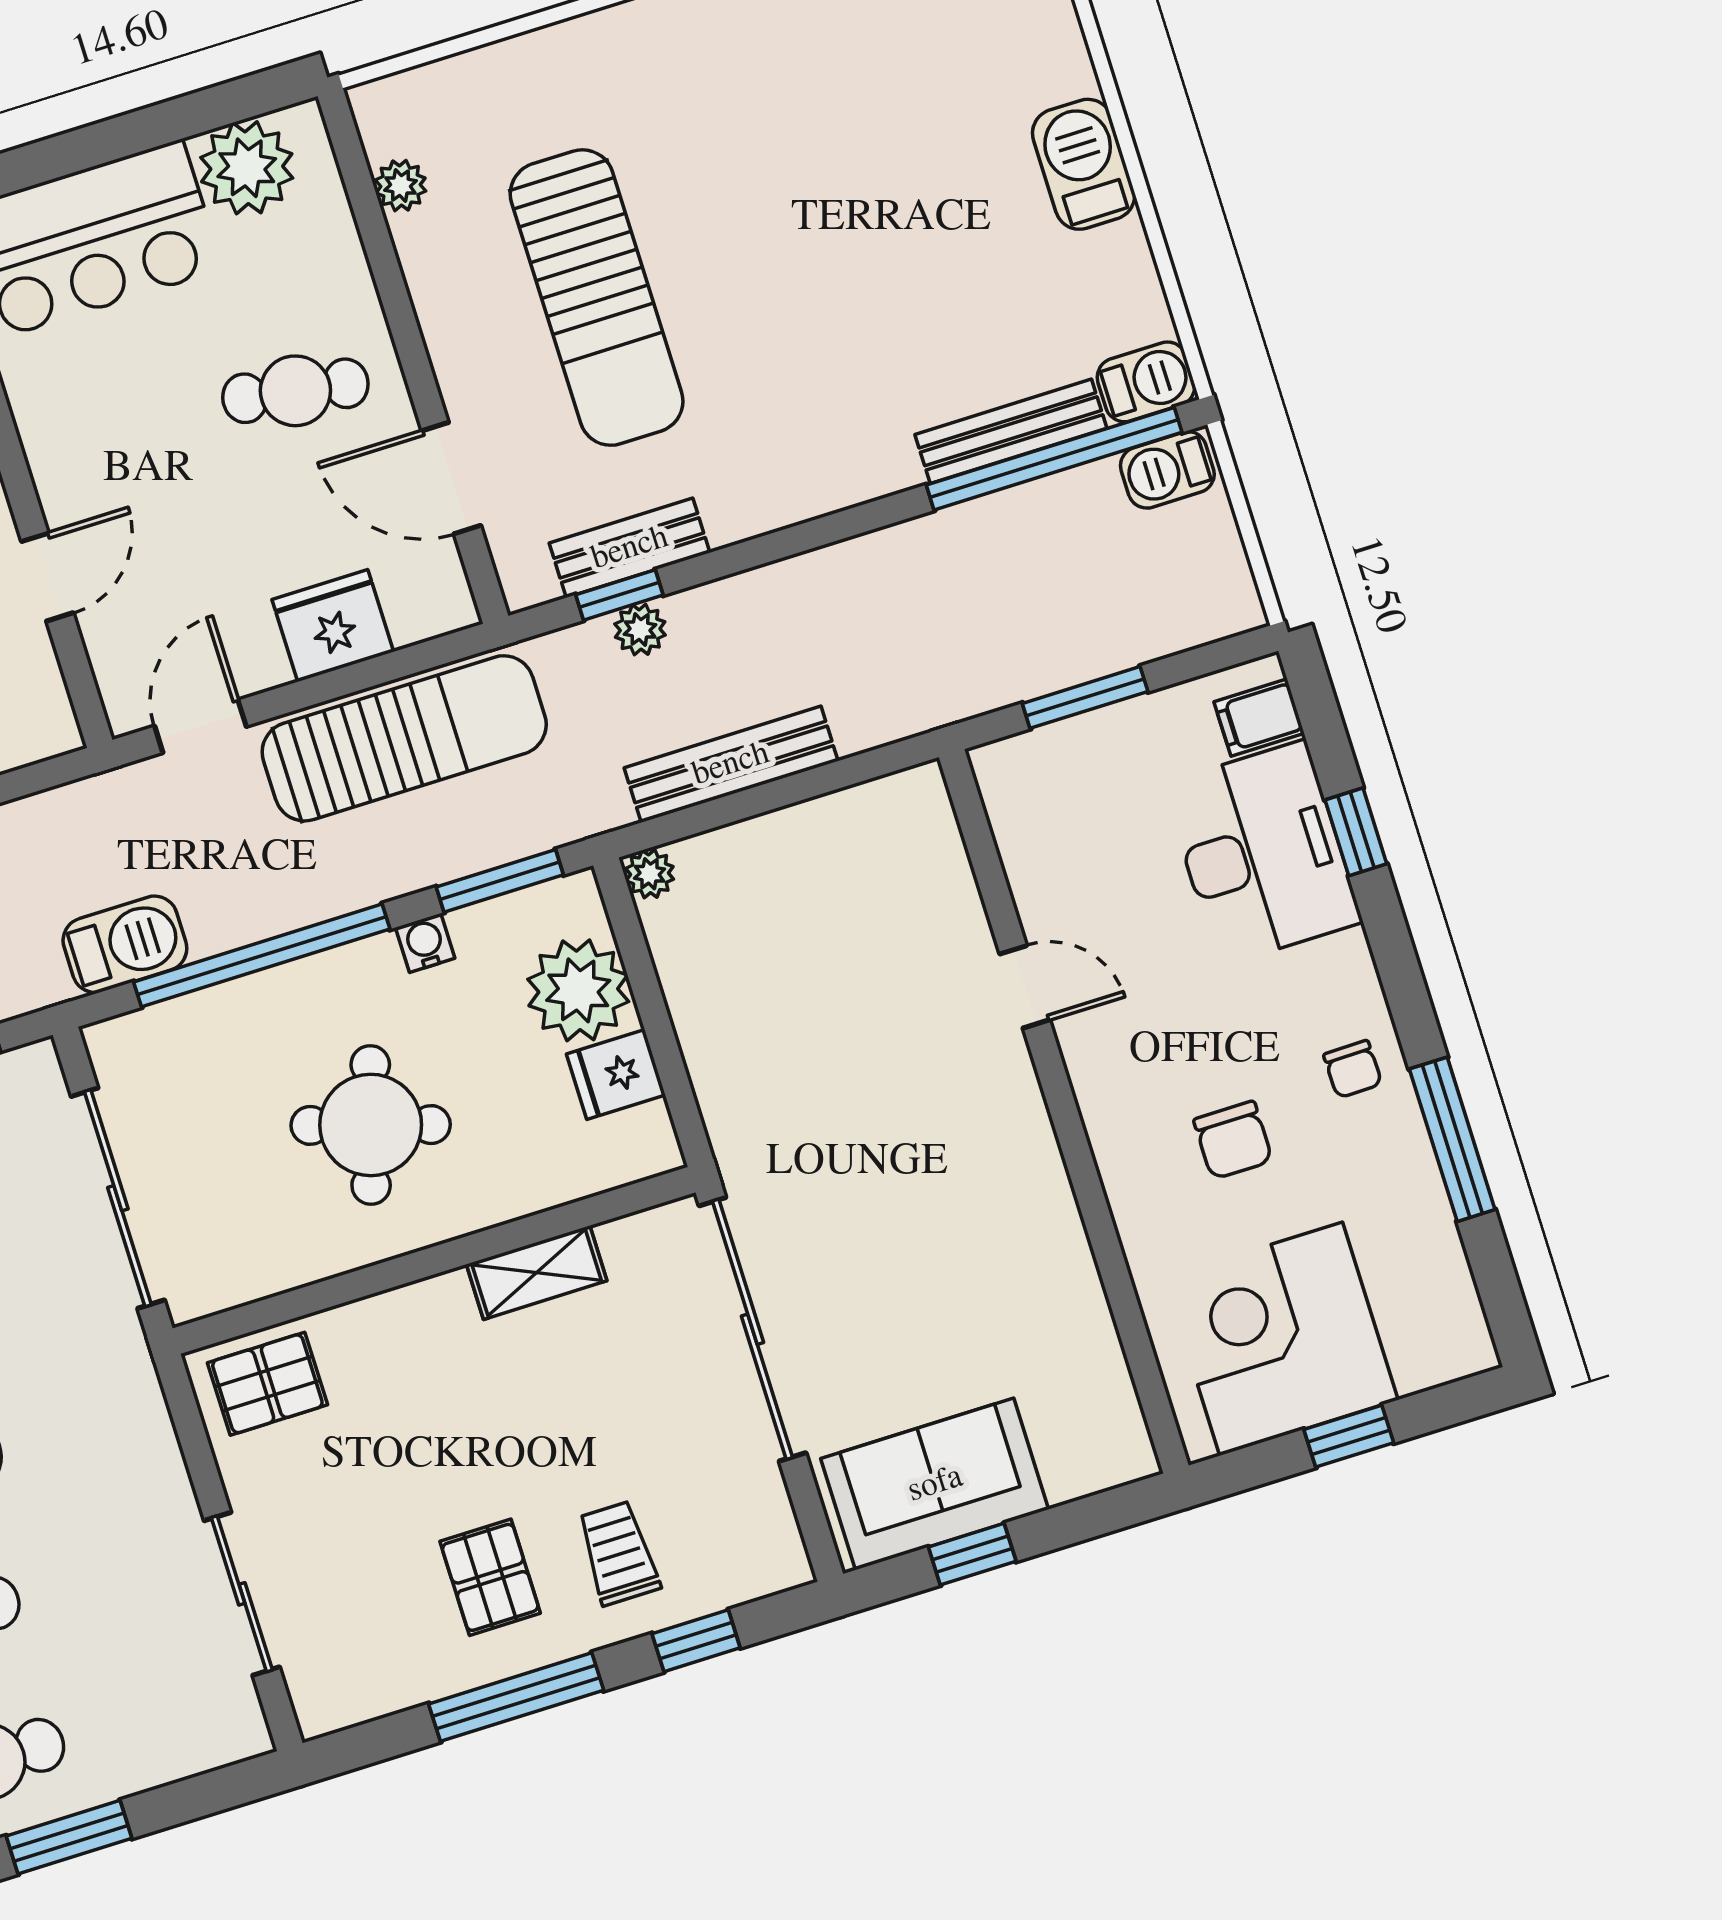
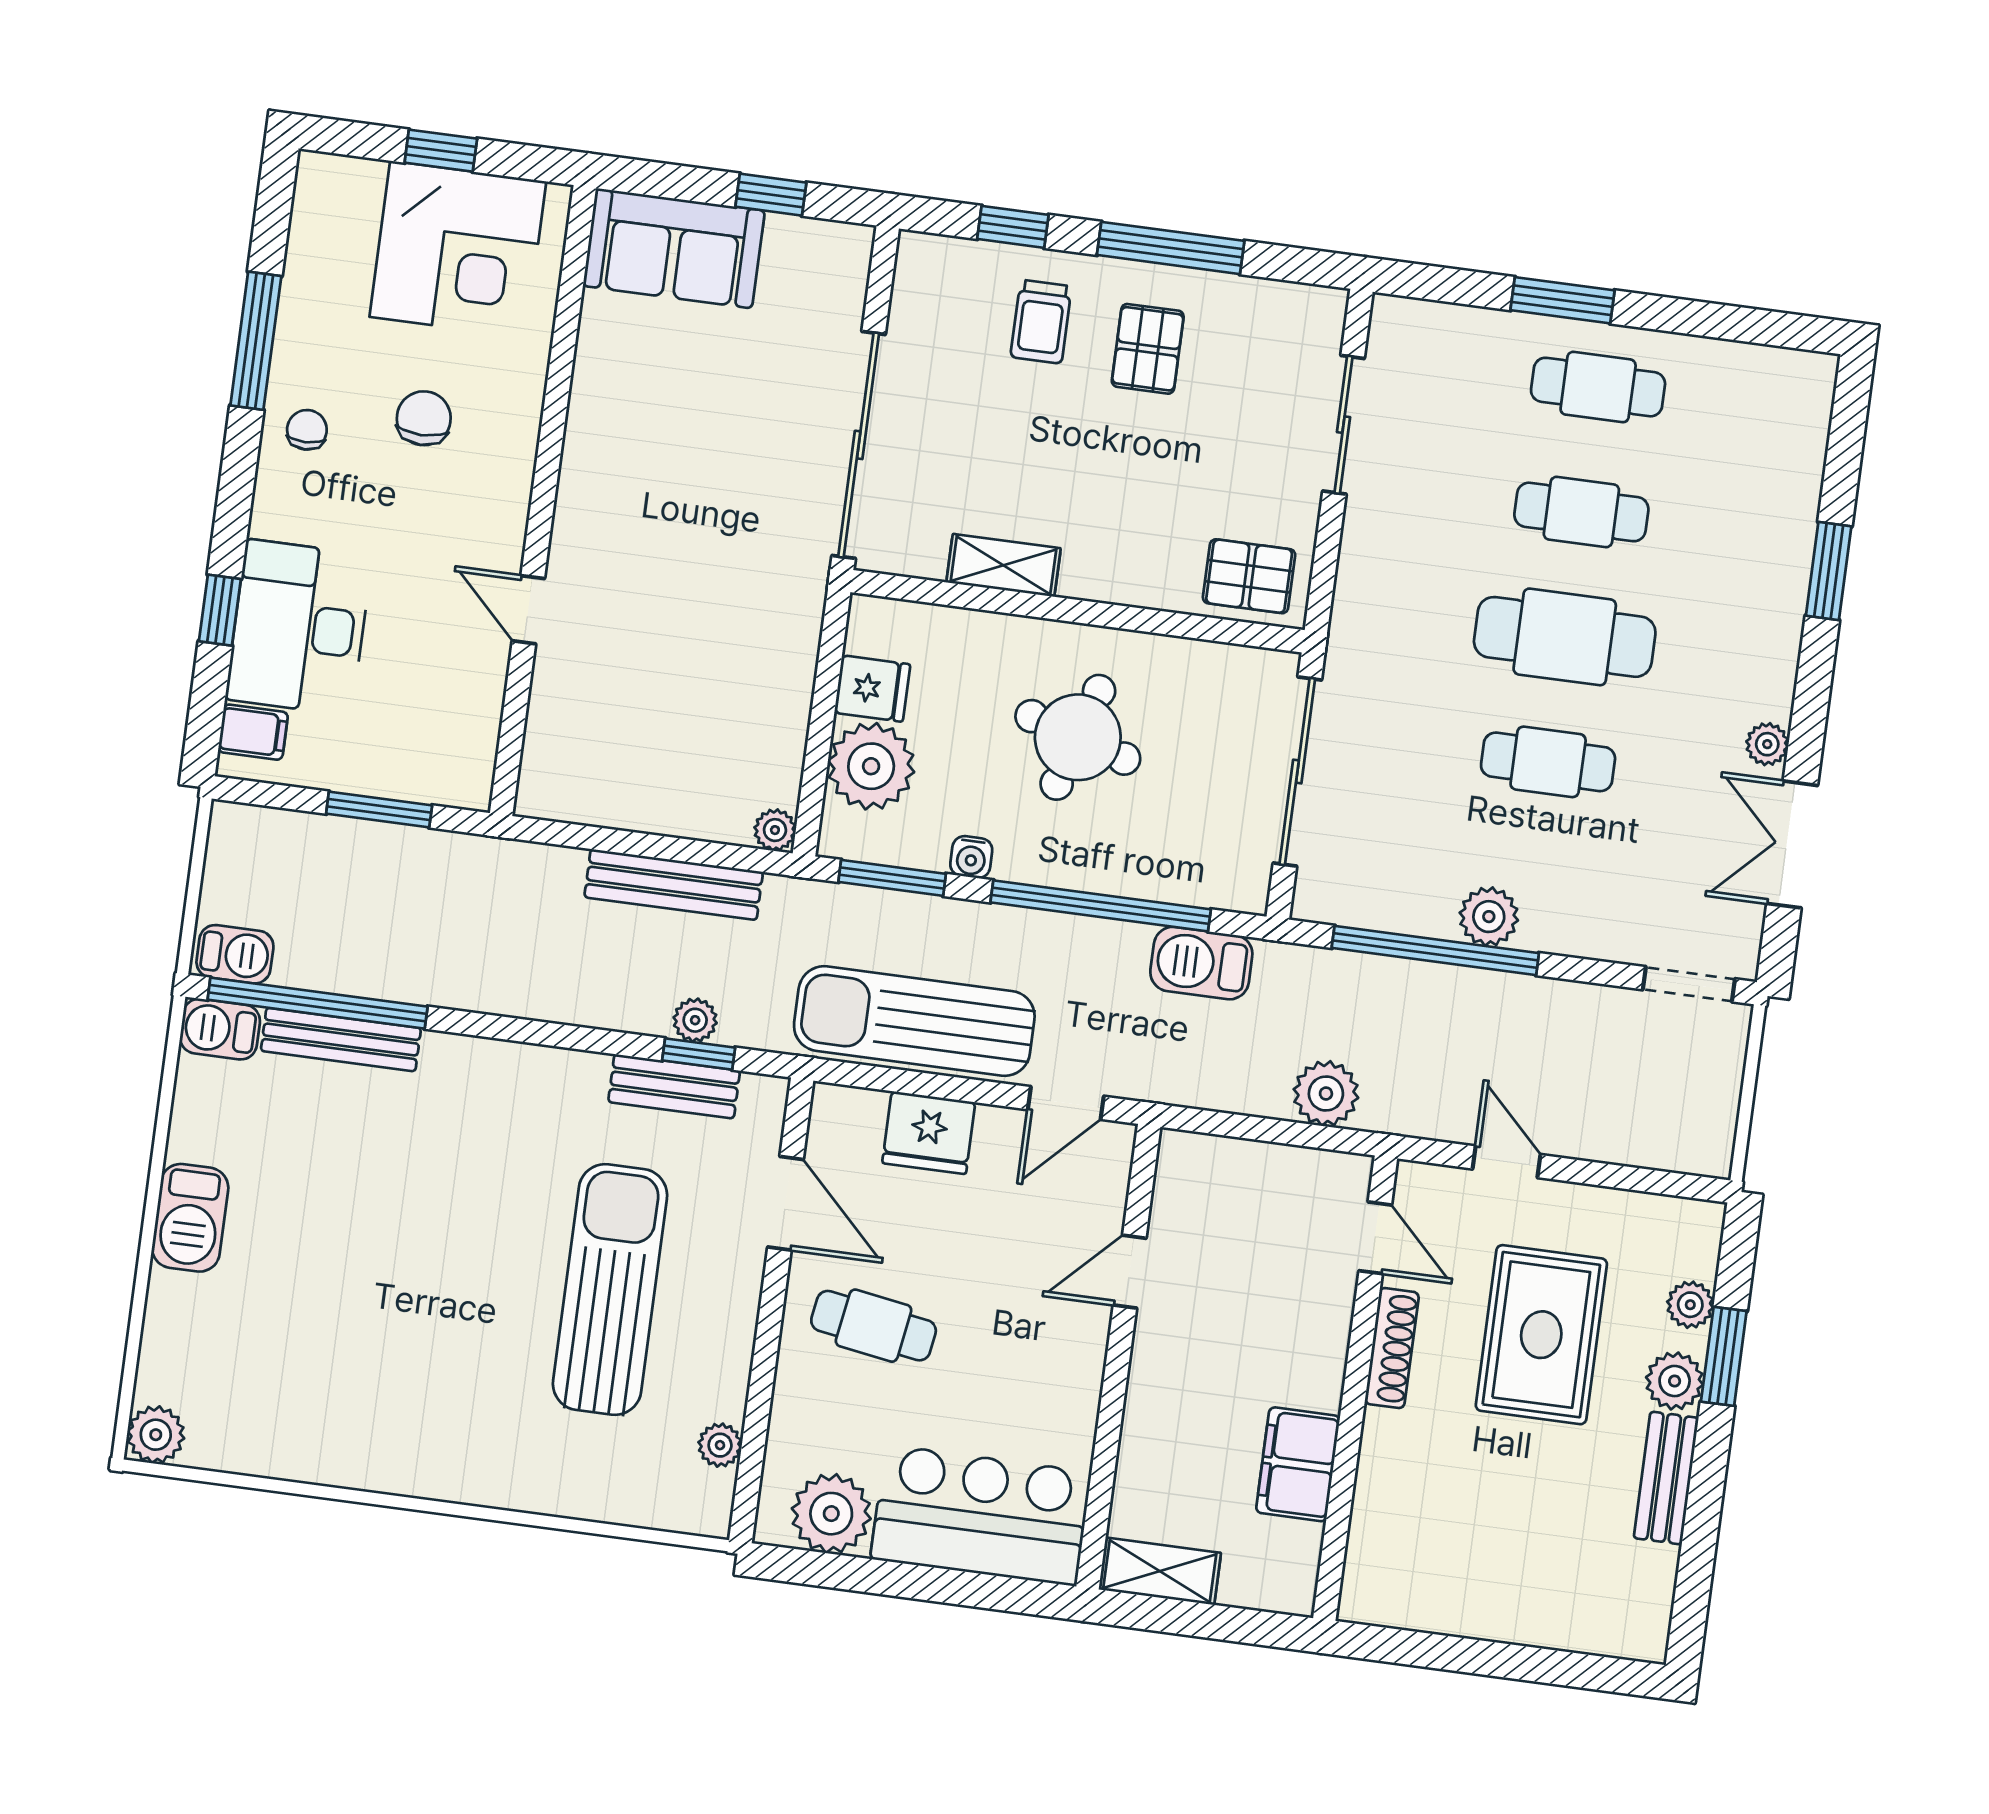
sofa: (935, 1484) -> (674, 248), moved

